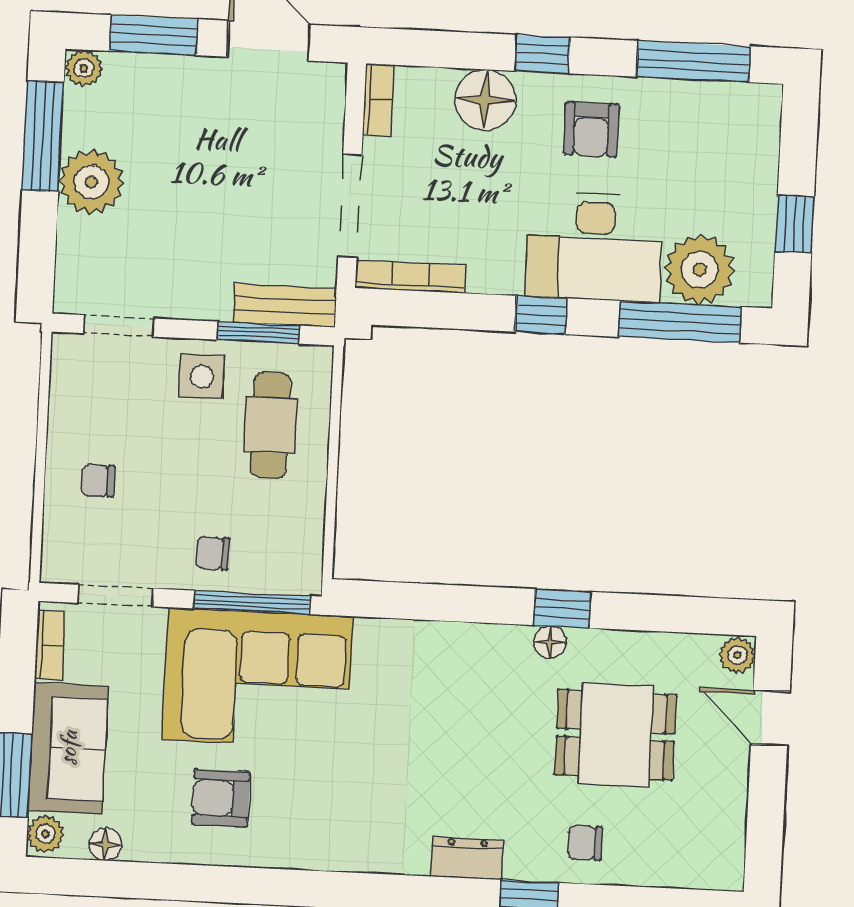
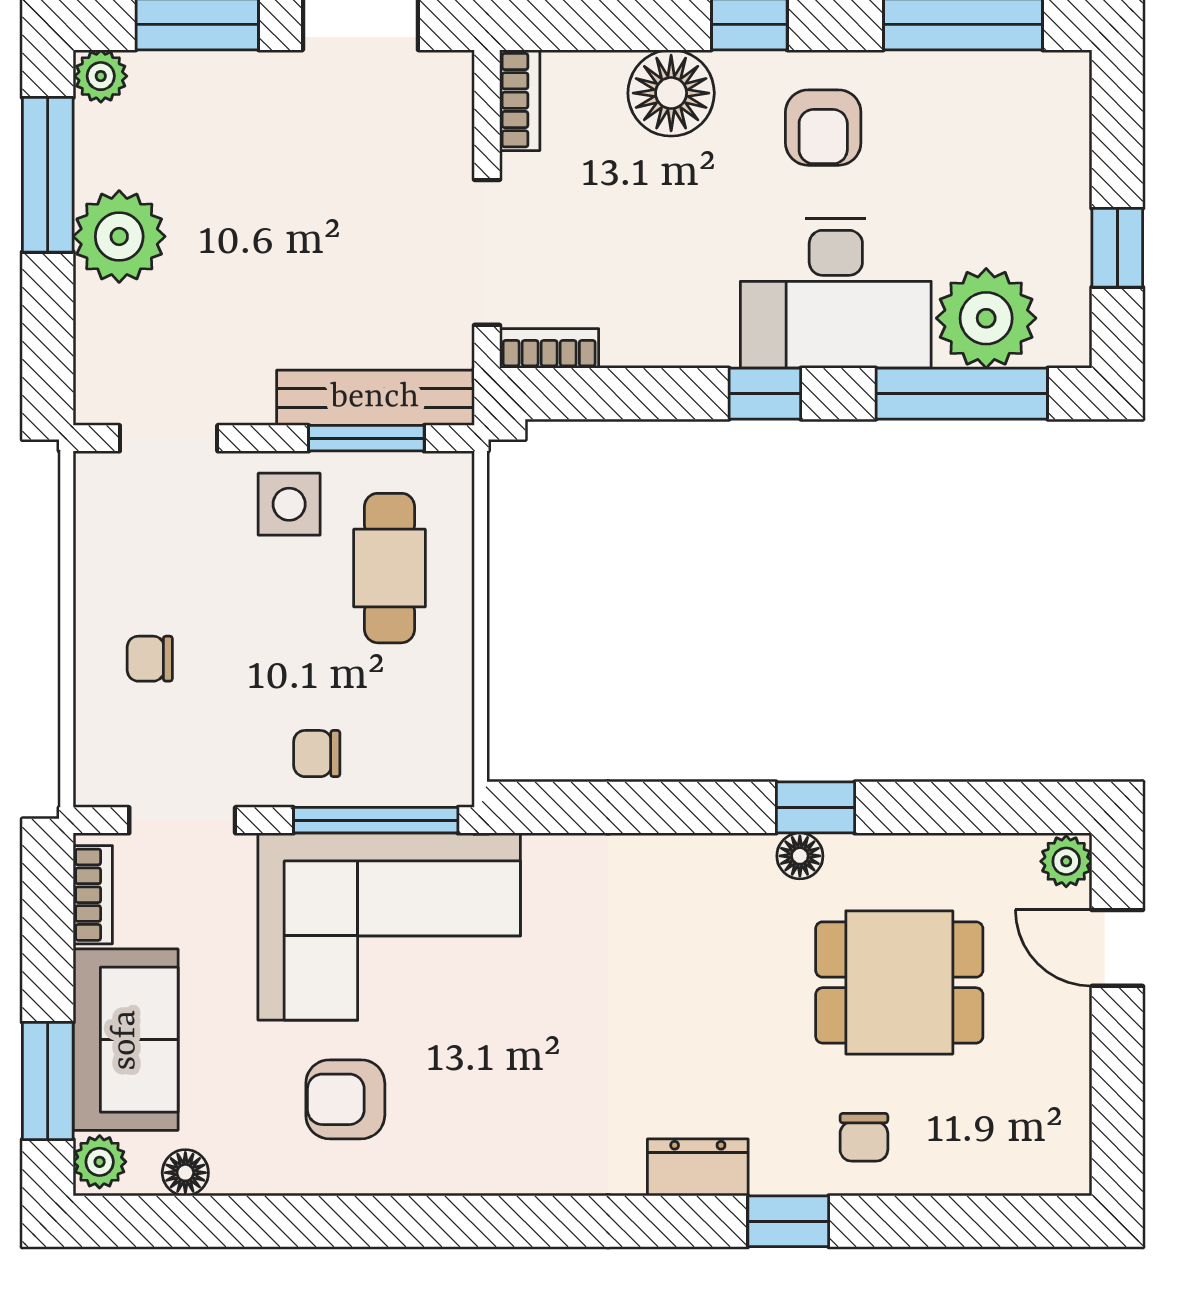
bookcase: (410, 277) -> (549, 348), width x0.64
bench: (285, 305) -> (375, 398), width x1.36
chair: (585, 843) -> (864, 1137), turned -90

